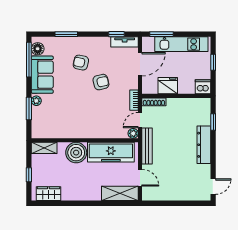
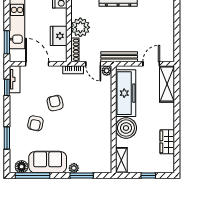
plant: (176, 107) -> (80, 27), added
wardrobe: (48, 194) -> (167, 142), moved

